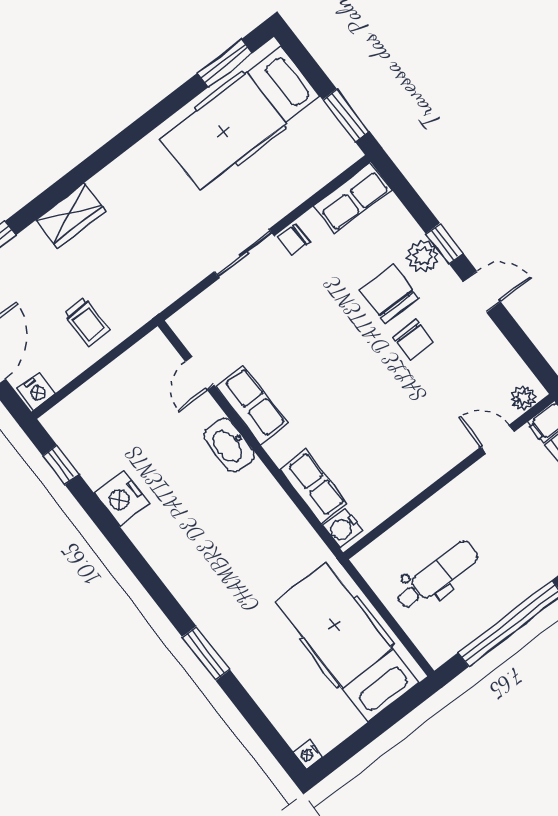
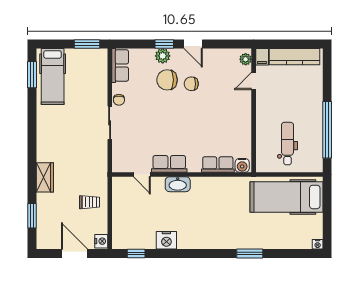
hospital bed: (240, 118) -> (53, 77), width x0.73, depth x0.78
door: (482, 292) -> (193, 44), swing flipped
chair: (413, 339) -> (191, 84), turned 180

